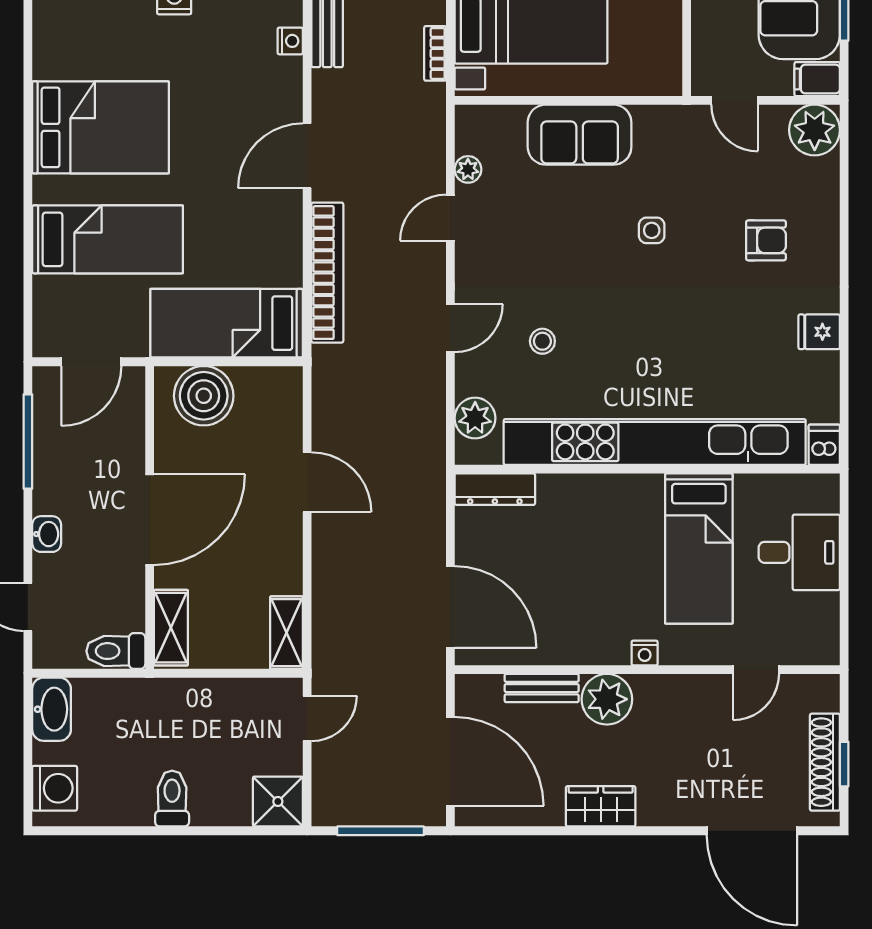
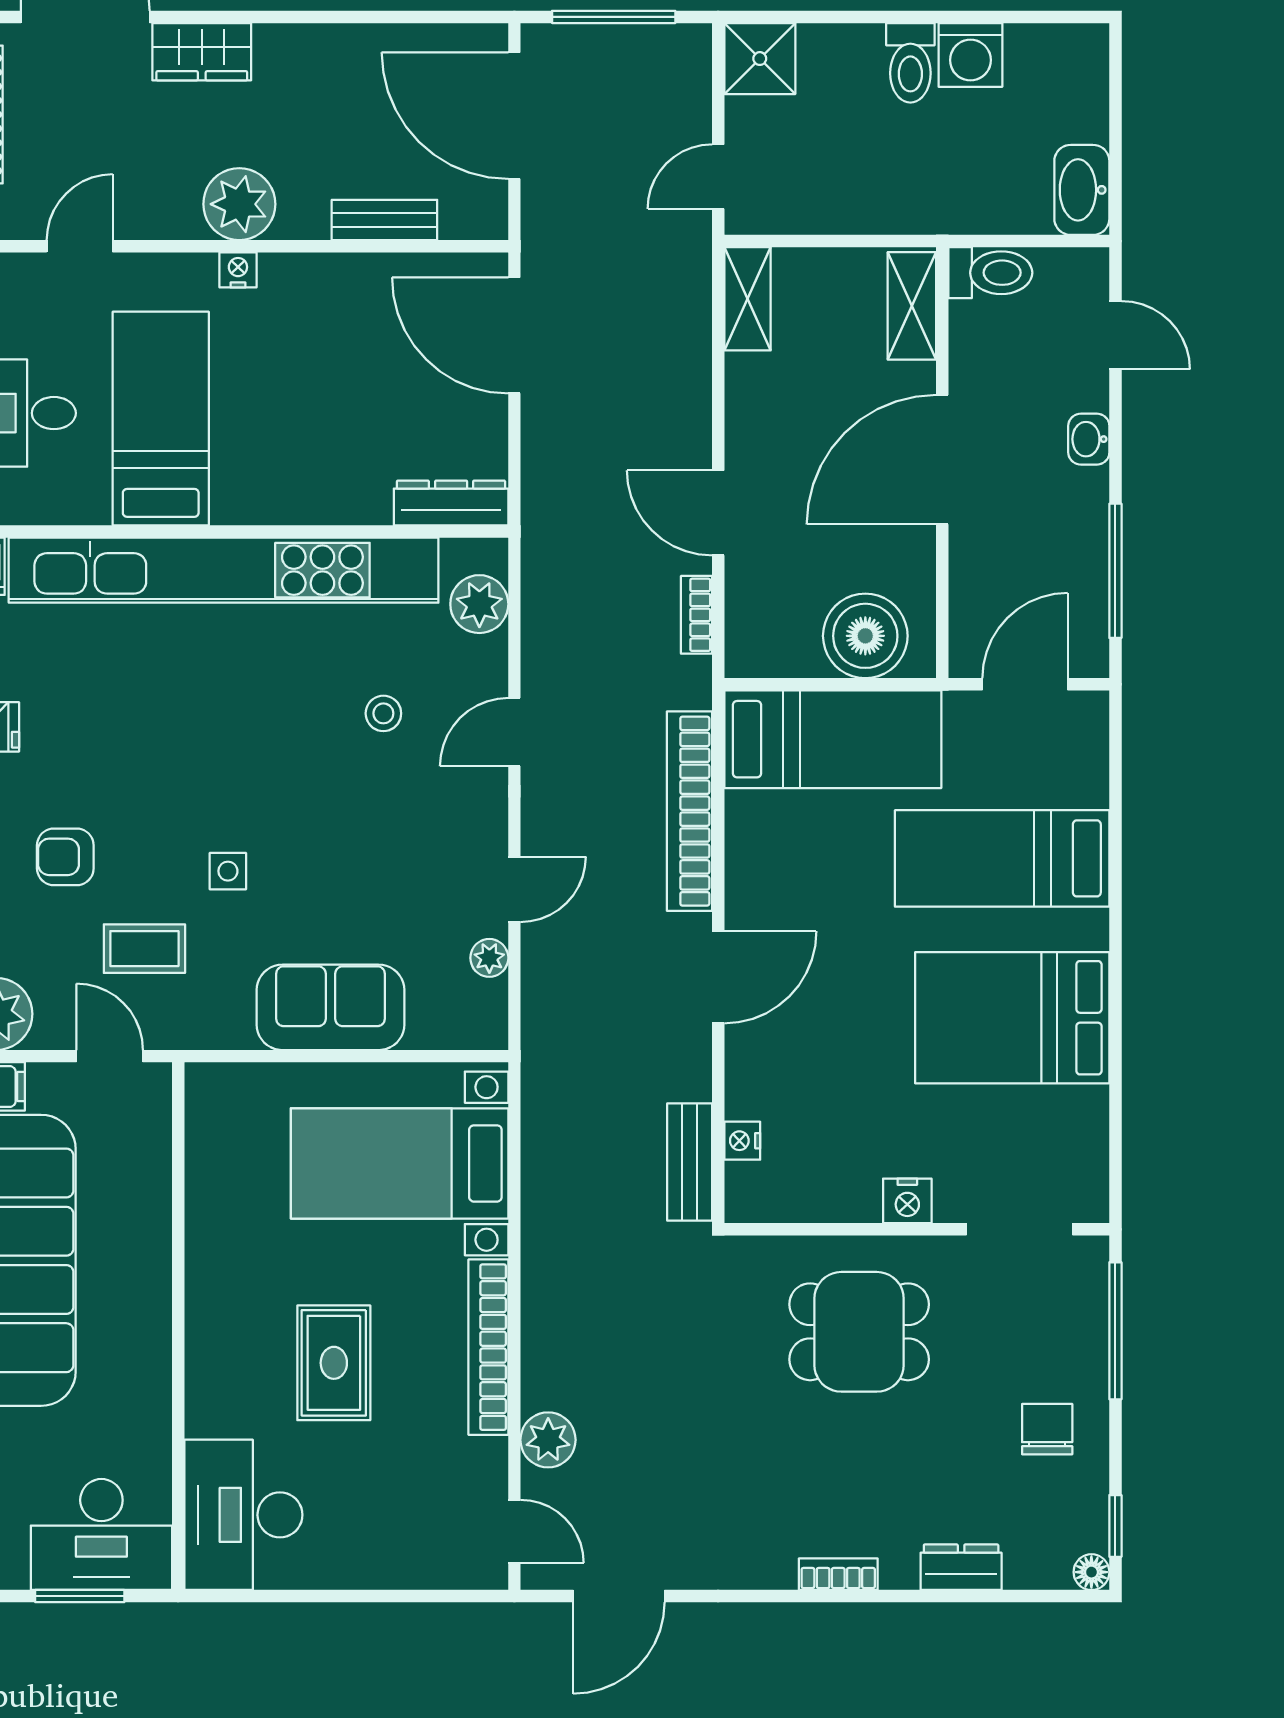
bookcase: (435, 53) -> (696, 615), moved, turned 180
coffee table: (710, 176) -> (144, 949), added
plant: (607, 699) -> (239, 204), moved
washing machine: (55, 788) -> (970, 55), moved, turned -90
wardrobe: (601, 806) -> (202, 52), moved

